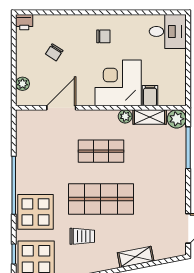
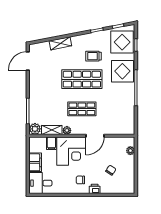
printer: (24, 22) -> (95, 189), moved
filing cabinet: (176, 65) -> (35, 162), added
door: (61, 108) -> (95, 136), moved

